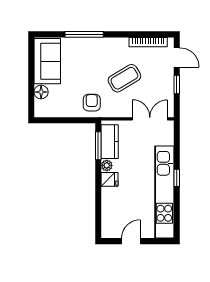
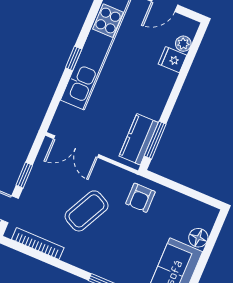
coffee table: (124, 78) -> (87, 211), turned -32
plant: (107, 165) -> (183, 44), moved
fridge: (110, 179) -> (172, 60), moved

